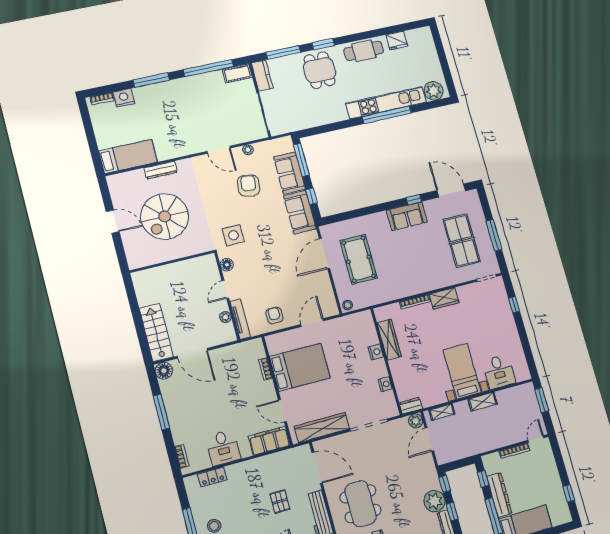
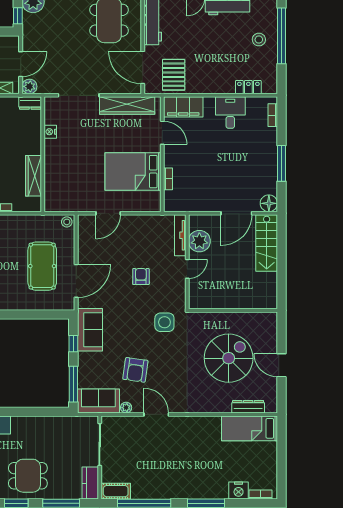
dining table: (320, 70) -> (28, 476), turned 90
dresser: (161, 170) -> (248, 407), moved
sofa: (289, 173) -> (98, 401), moved, turned -90
floor lamp: (227, 265) -> (179, 294), removed
armchair: (274, 316) -> (141, 277), moved, turned 180
plant: (225, 317) -> (199, 241), width x1.87, depth x1.87
nightstand: (376, 352) -> (51, 167), removed
door: (193, 353) -> (236, 213), swing flipped
pallet: (280, 502) -> (174, 75), moved, width x1.50, depth x1.42

